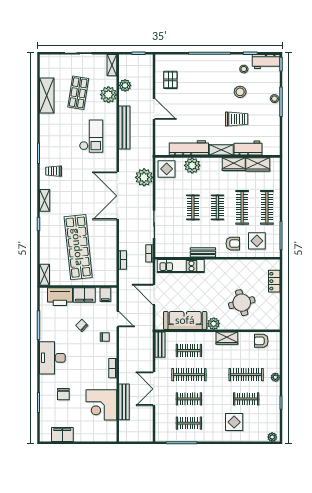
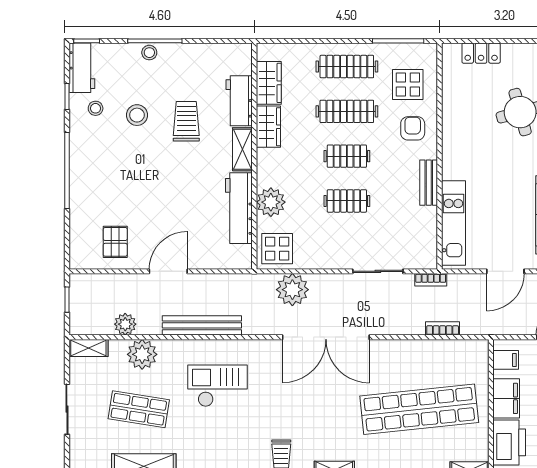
pallet: (170, 80) -> (115, 242), turned 90

